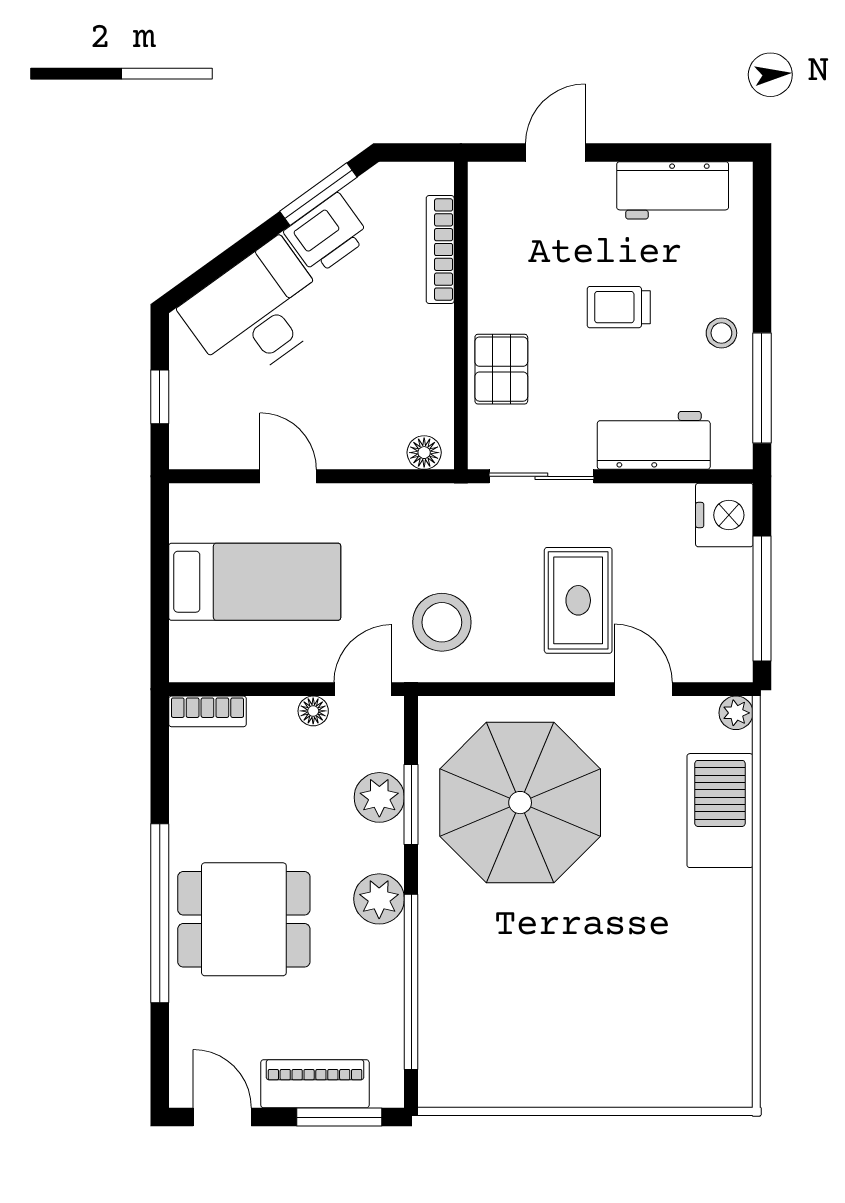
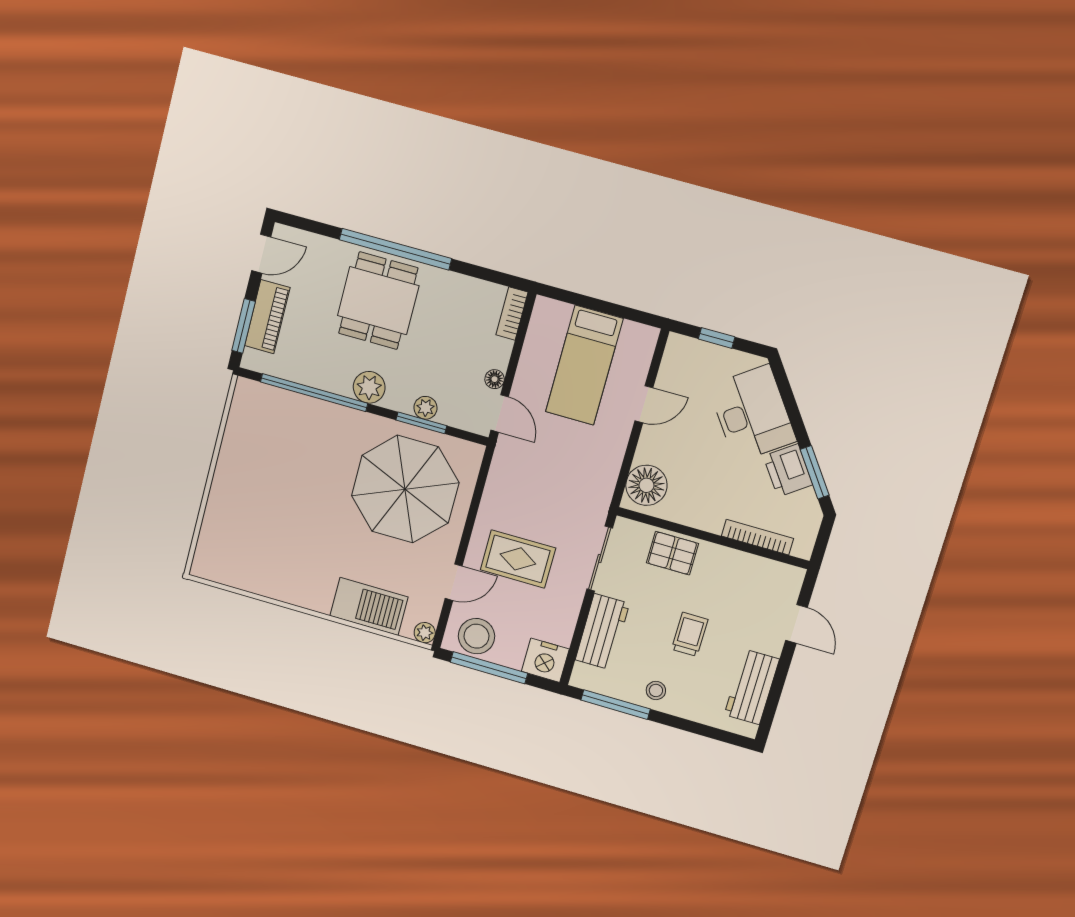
floor lamp: (424, 453) -> (646, 485), width x1.89, depth x1.89
stool: (442, 622) -> (476, 636), moved
plant: (379, 797) -> (426, 408), width x0.73, depth x0.73

